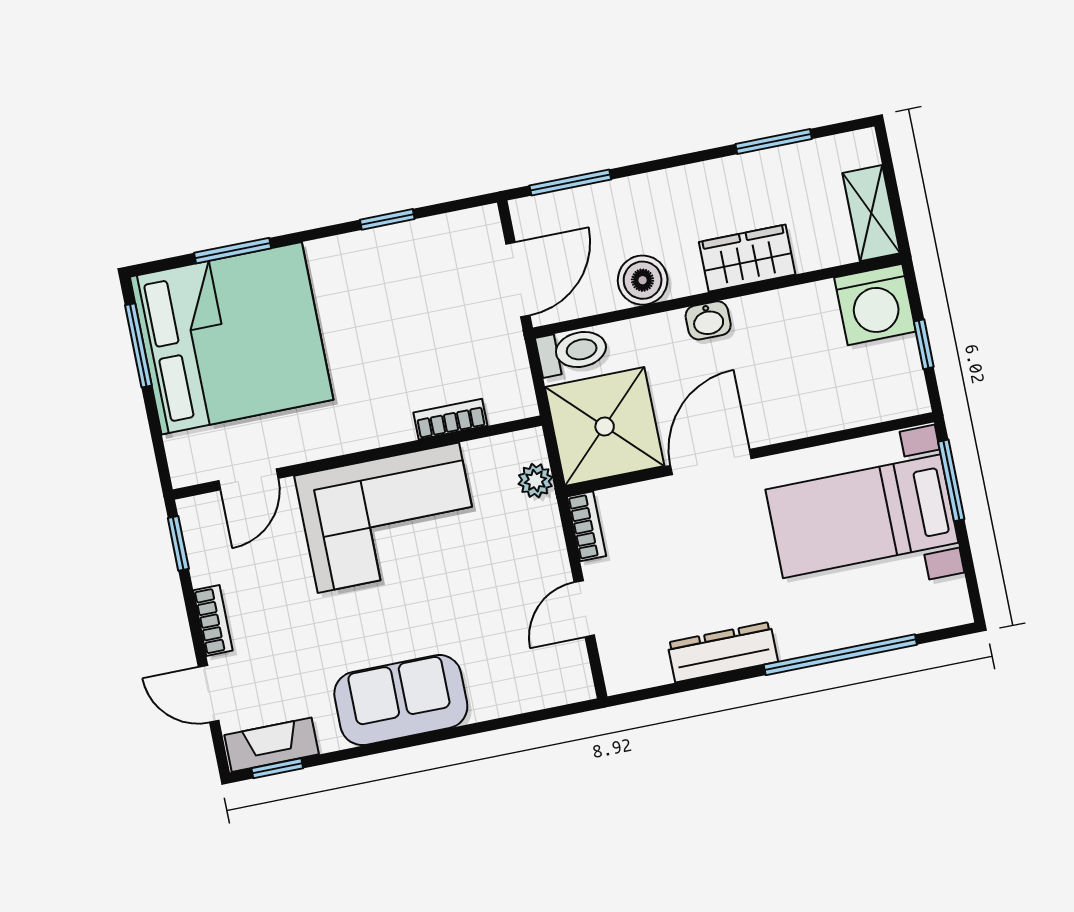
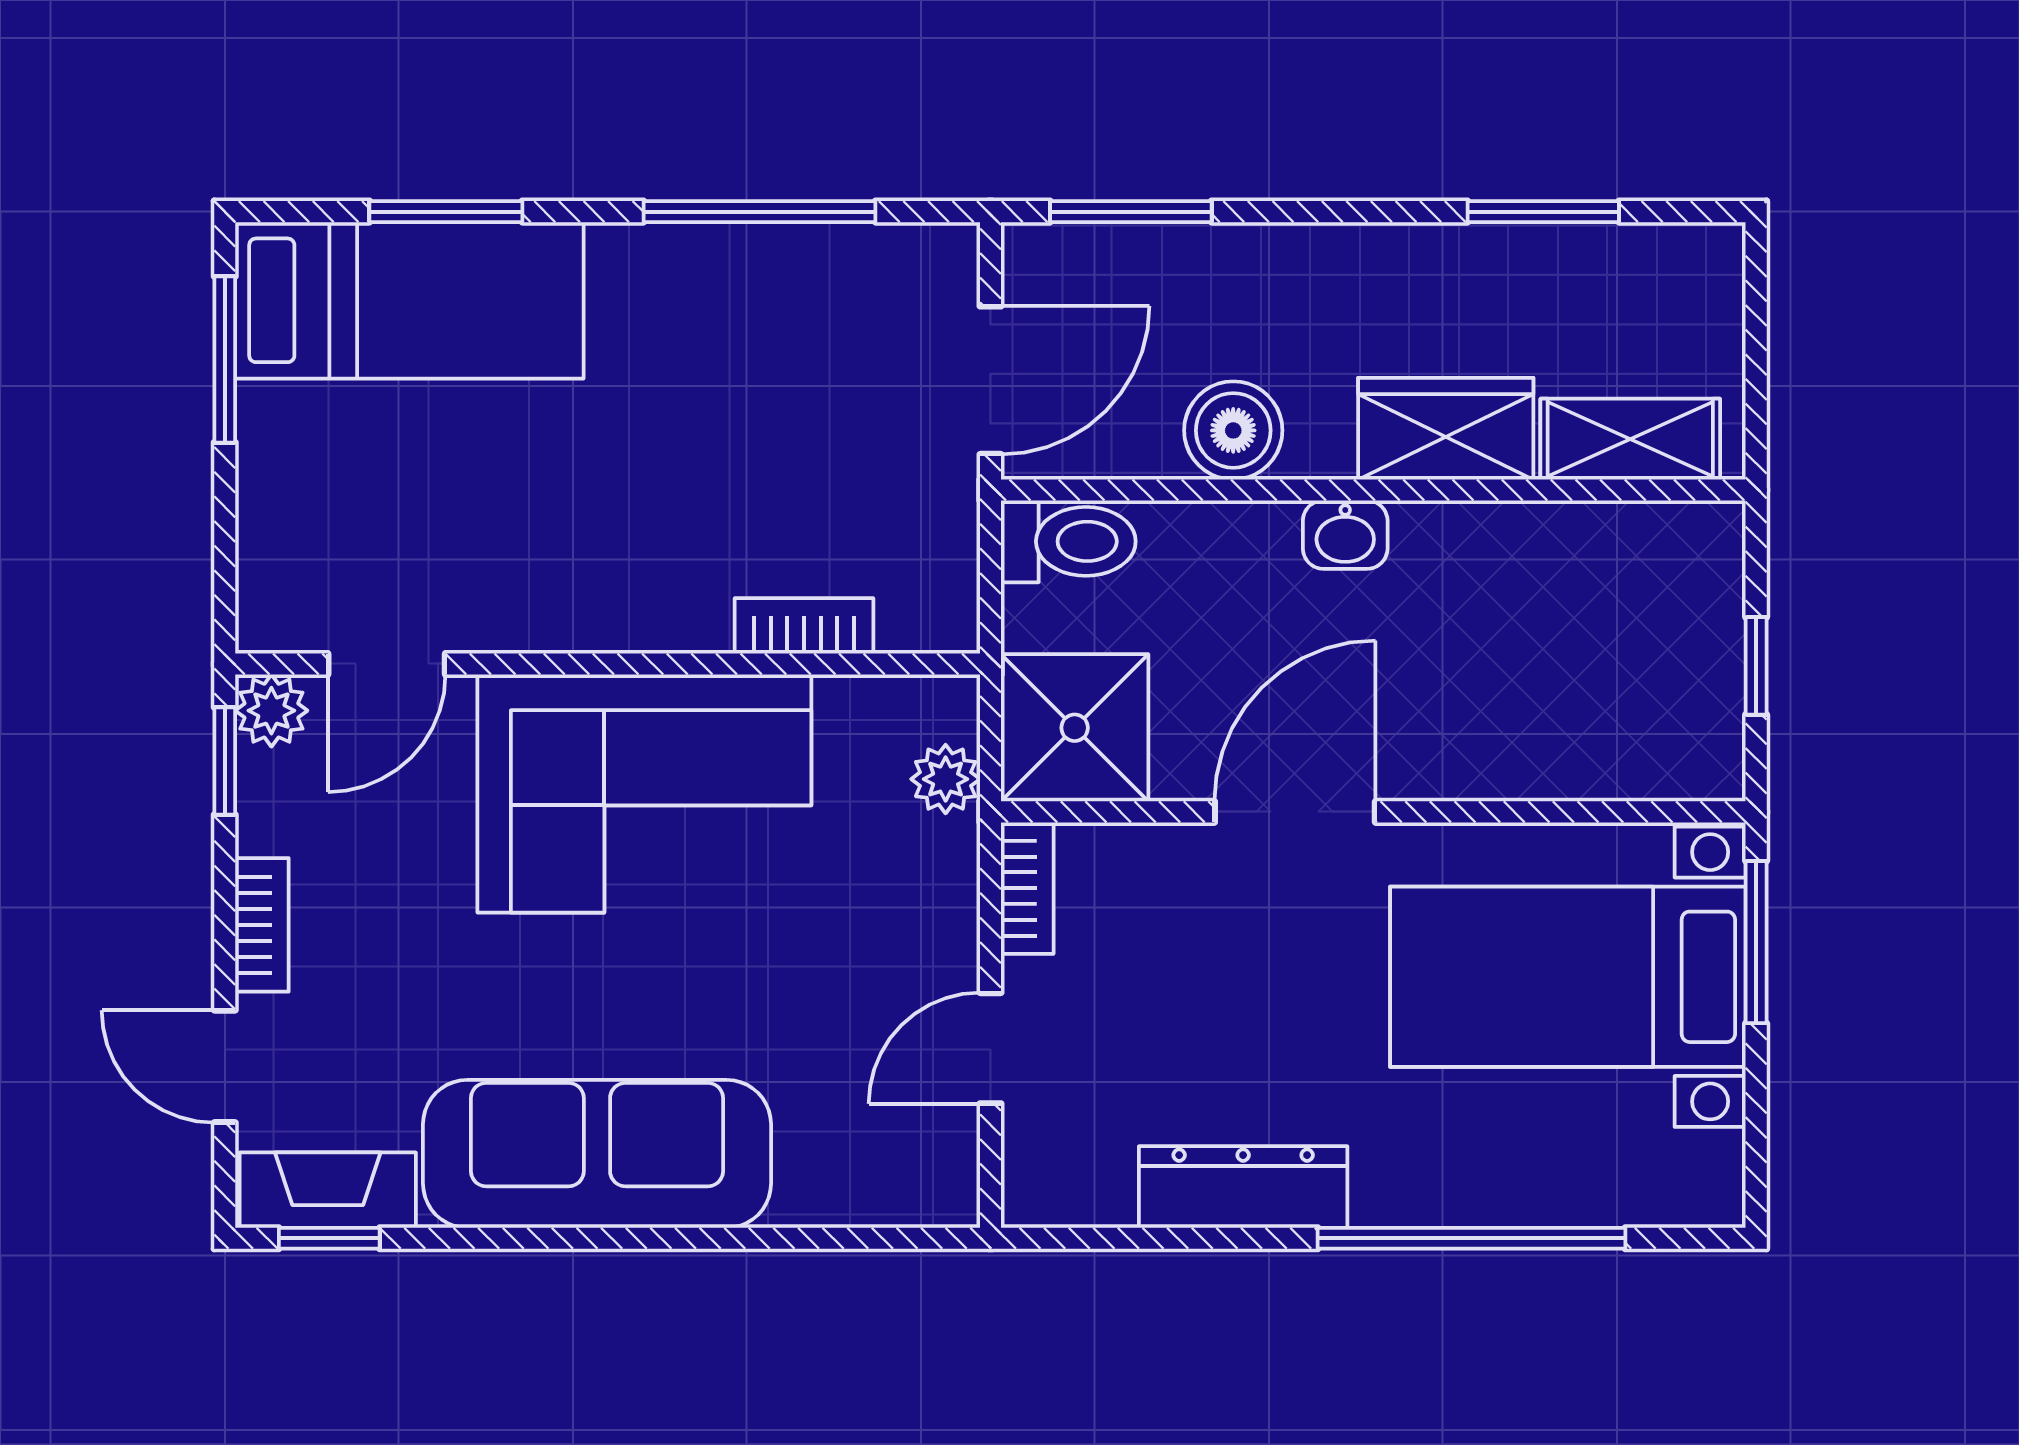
shelving: (871, 213) -> (1630, 439), moved, turned 90
window: (387, 219) -> (759, 212), width x2.17
washing machine: (875, 305) -> (1677, 569), removed
bed: (232, 338) -> (409, 300), width x0.49
shower: (605, 426) -> (1075, 728), width x0.73, depth x0.73
plant: (196, 514) -> (271, 711), added
sofa: (401, 700) -> (597, 1154), width x1.36

